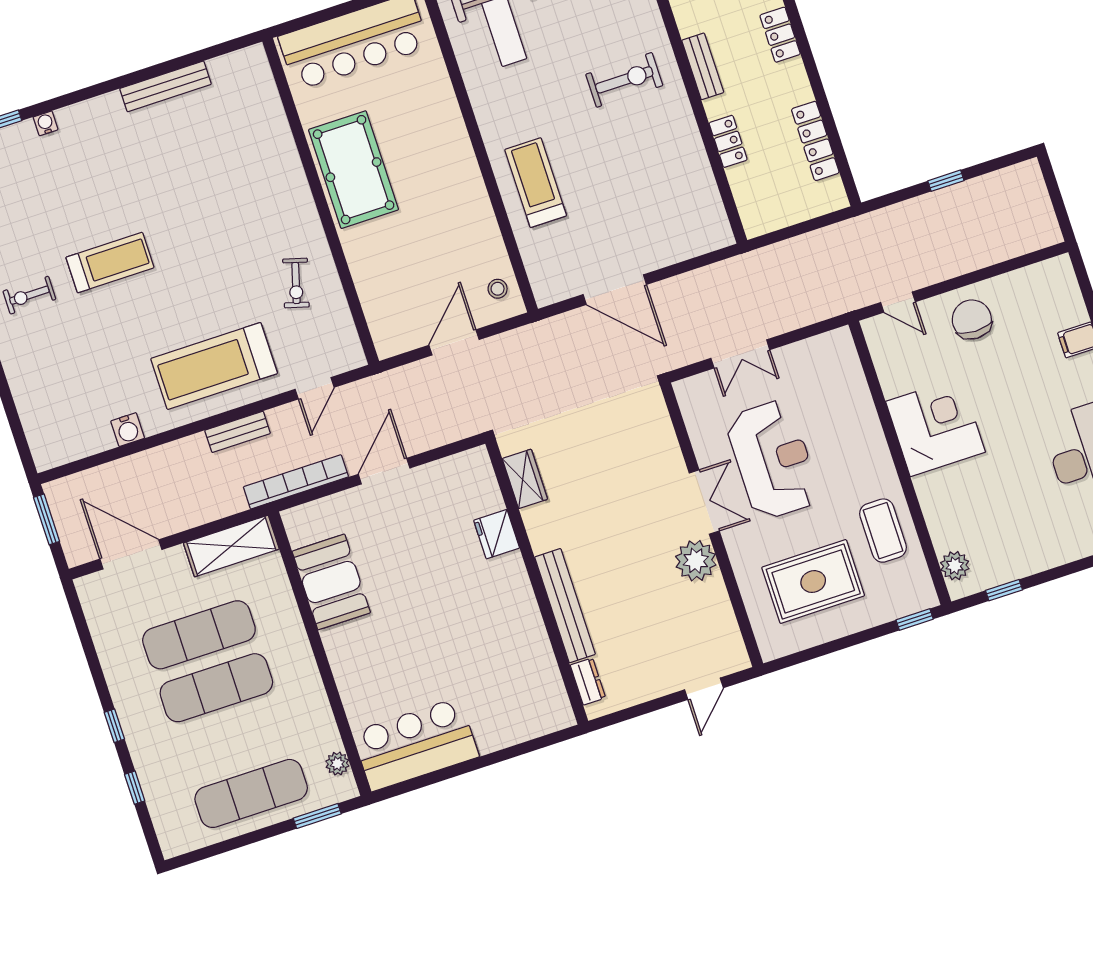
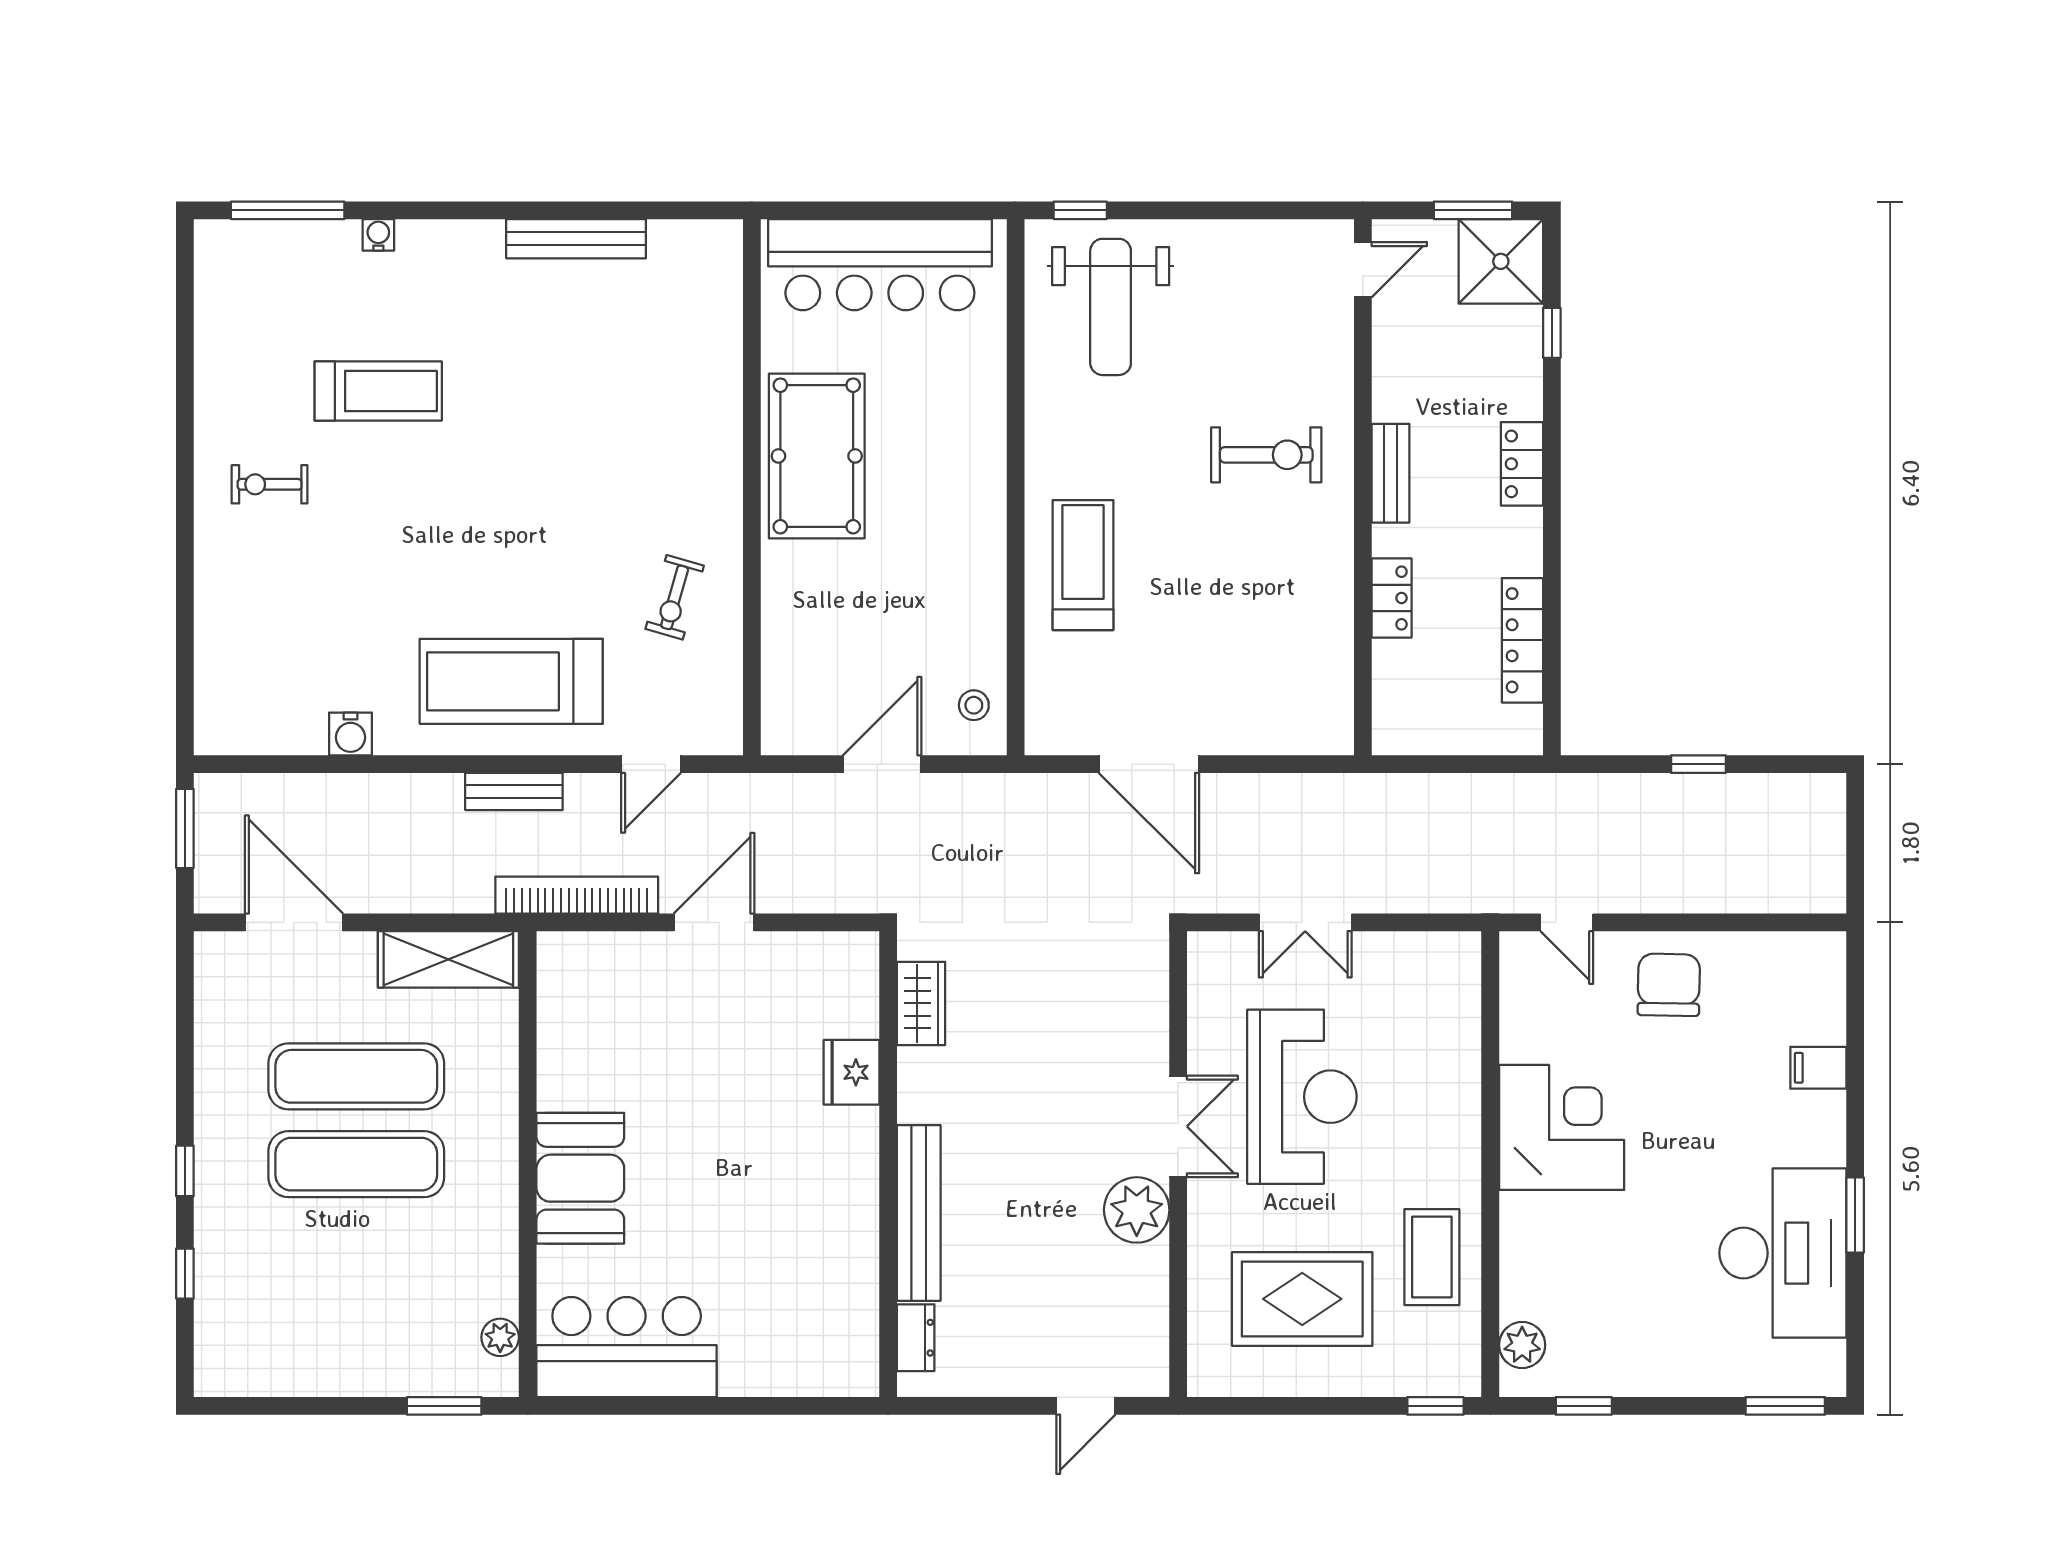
treadmill: (110, 263) -> (378, 391), moved
booth: (331, 582) -> (580, 1178), moved
exercise mat: (251, 793) -> (356, 1340), removed

